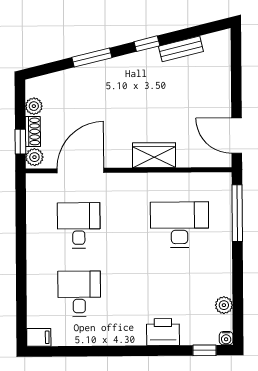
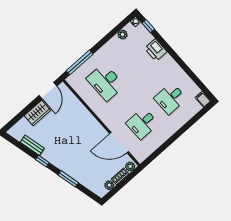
window: (20, 142) -> (129, 178), removed
wardrobe: (154, 155) -> (37, 113), moved, turned -90

